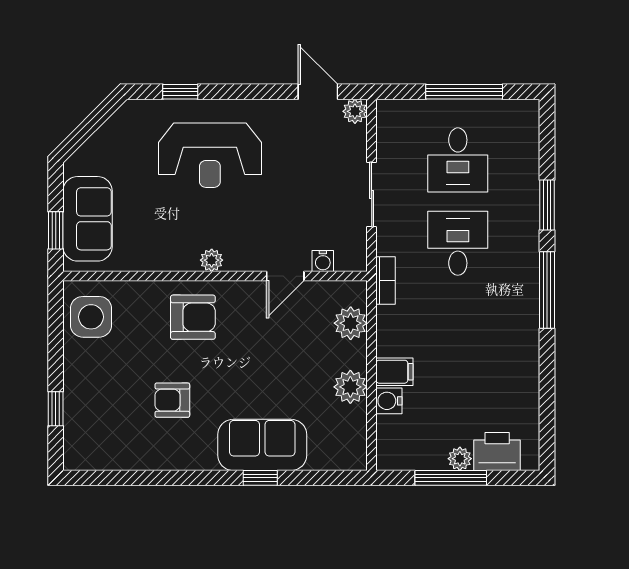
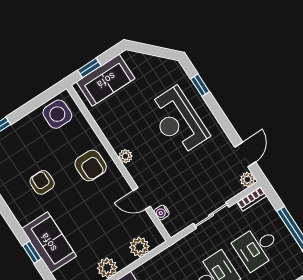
bookcase: (385, 280) -> (252, 199), moved

